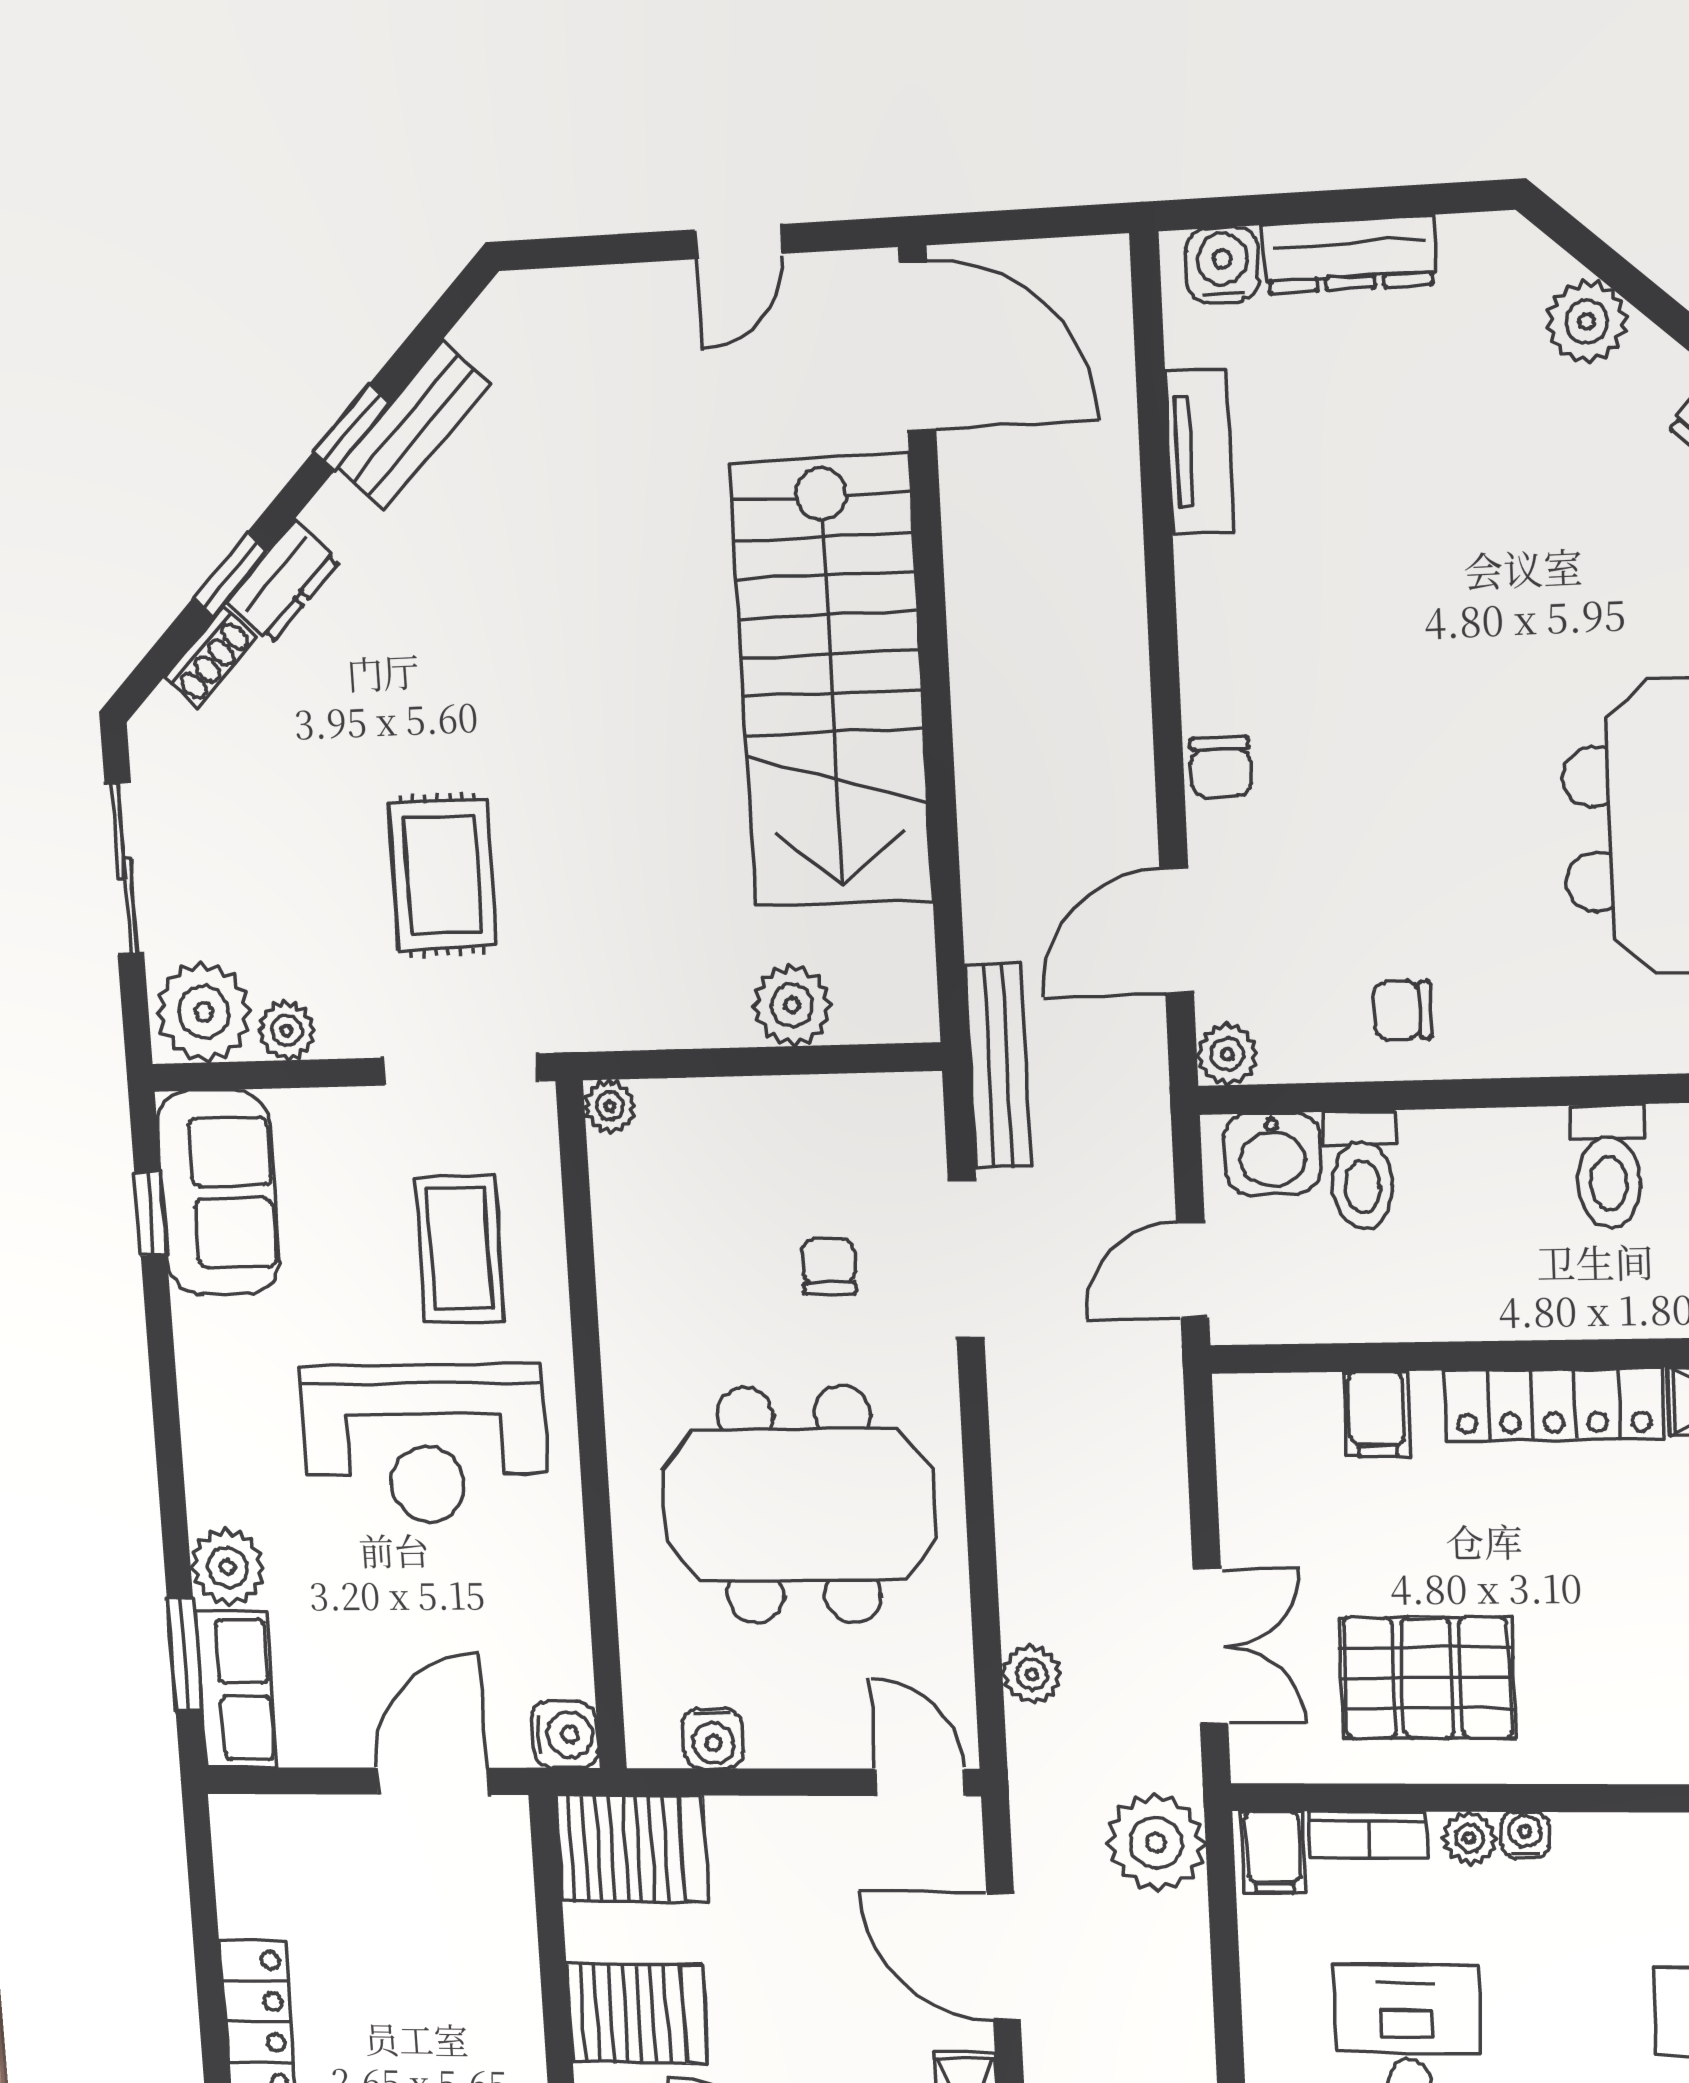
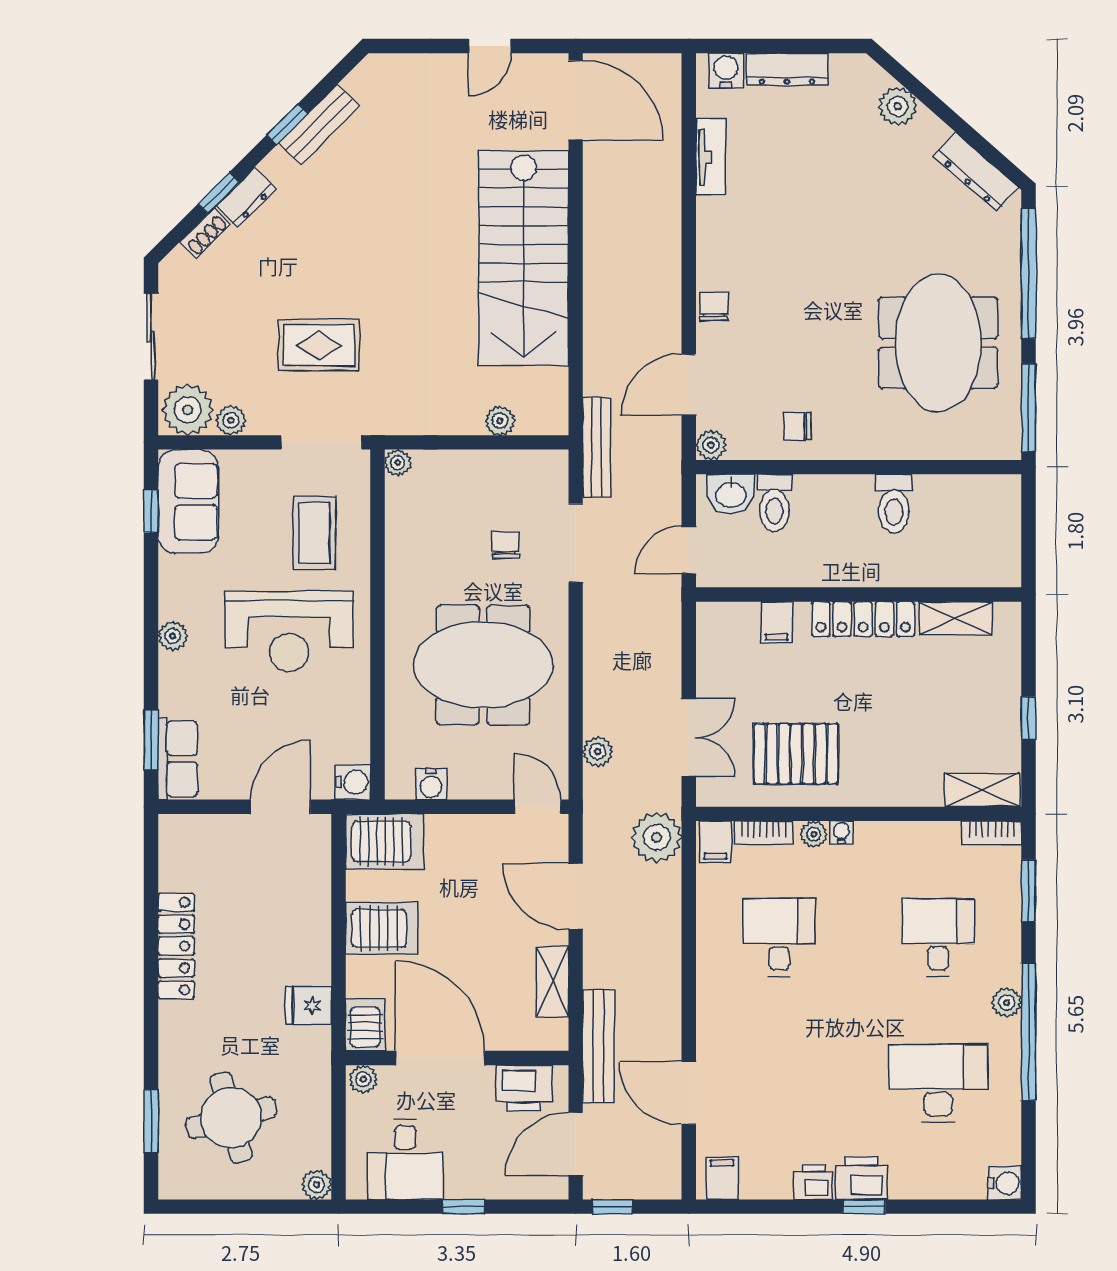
chair: (1220, 767) -> (714, 307), turned 180
rug: (443, 875) -> (319, 345), turned 90
plant: (792, 1005) -> (500, 421), width x0.73, depth x0.73
plant: (228, 1567) -> (173, 636), moved, width x0.73, depth x0.73

